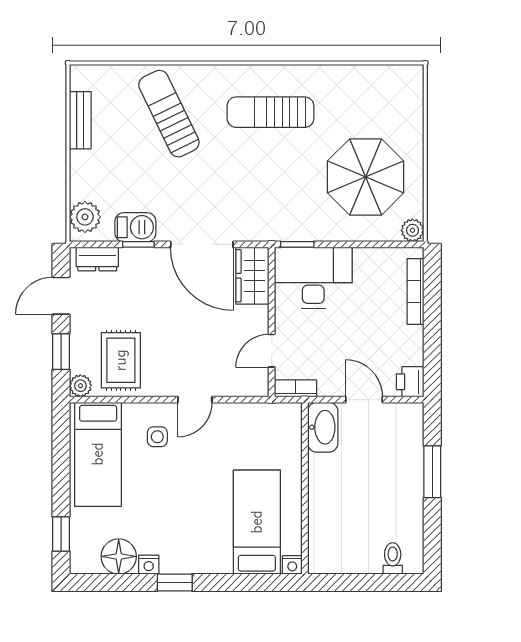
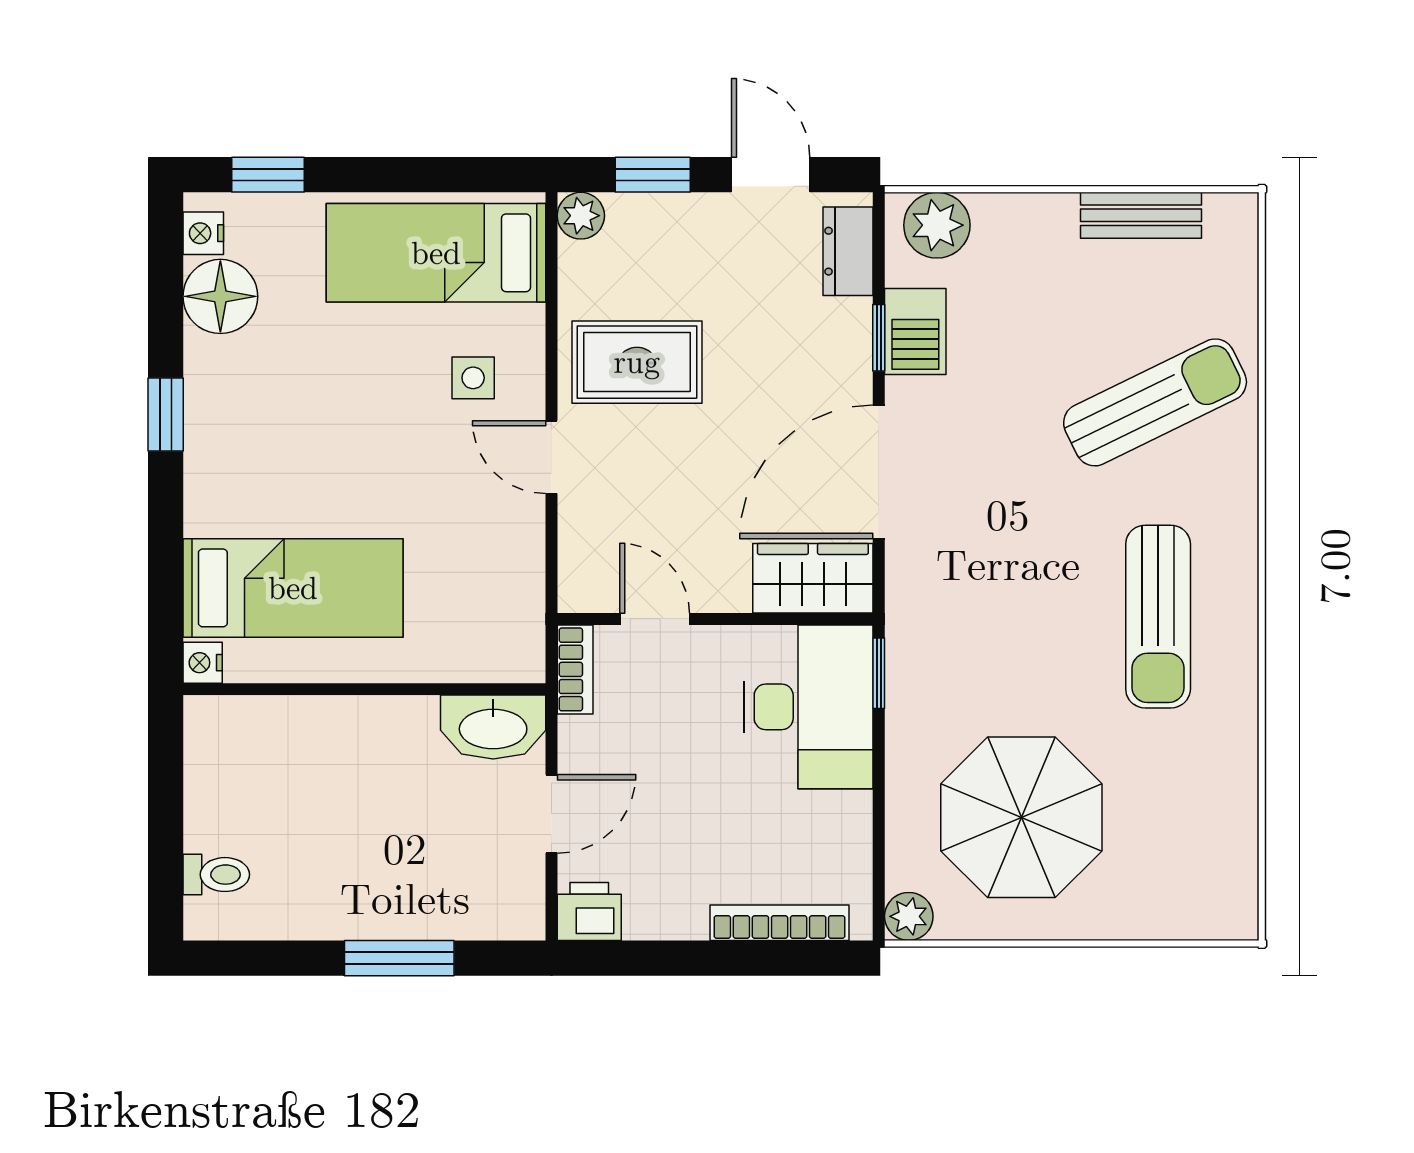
sun lounger: (270, 112) -> (1158, 617), turned 180
rug: (121, 360) -> (637, 362), moved
nightstand: (149, 565) -> (203, 233), moved

